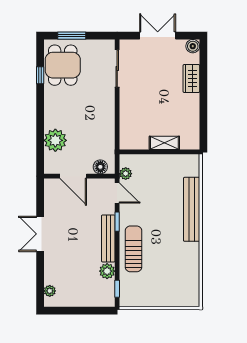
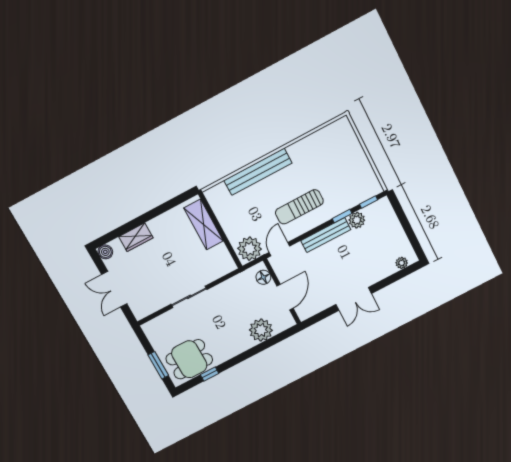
sliding door: (117, 68) -> (189, 297), moved
shelving: (164, 143) -> (204, 224), width x1.50, depth x1.33
plant: (126, 174) -> (250, 249), width x1.88, depth x1.88
window: (117, 222) -> (342, 216), moved
sun lounger: (133, 249) -> (299, 207), moved

